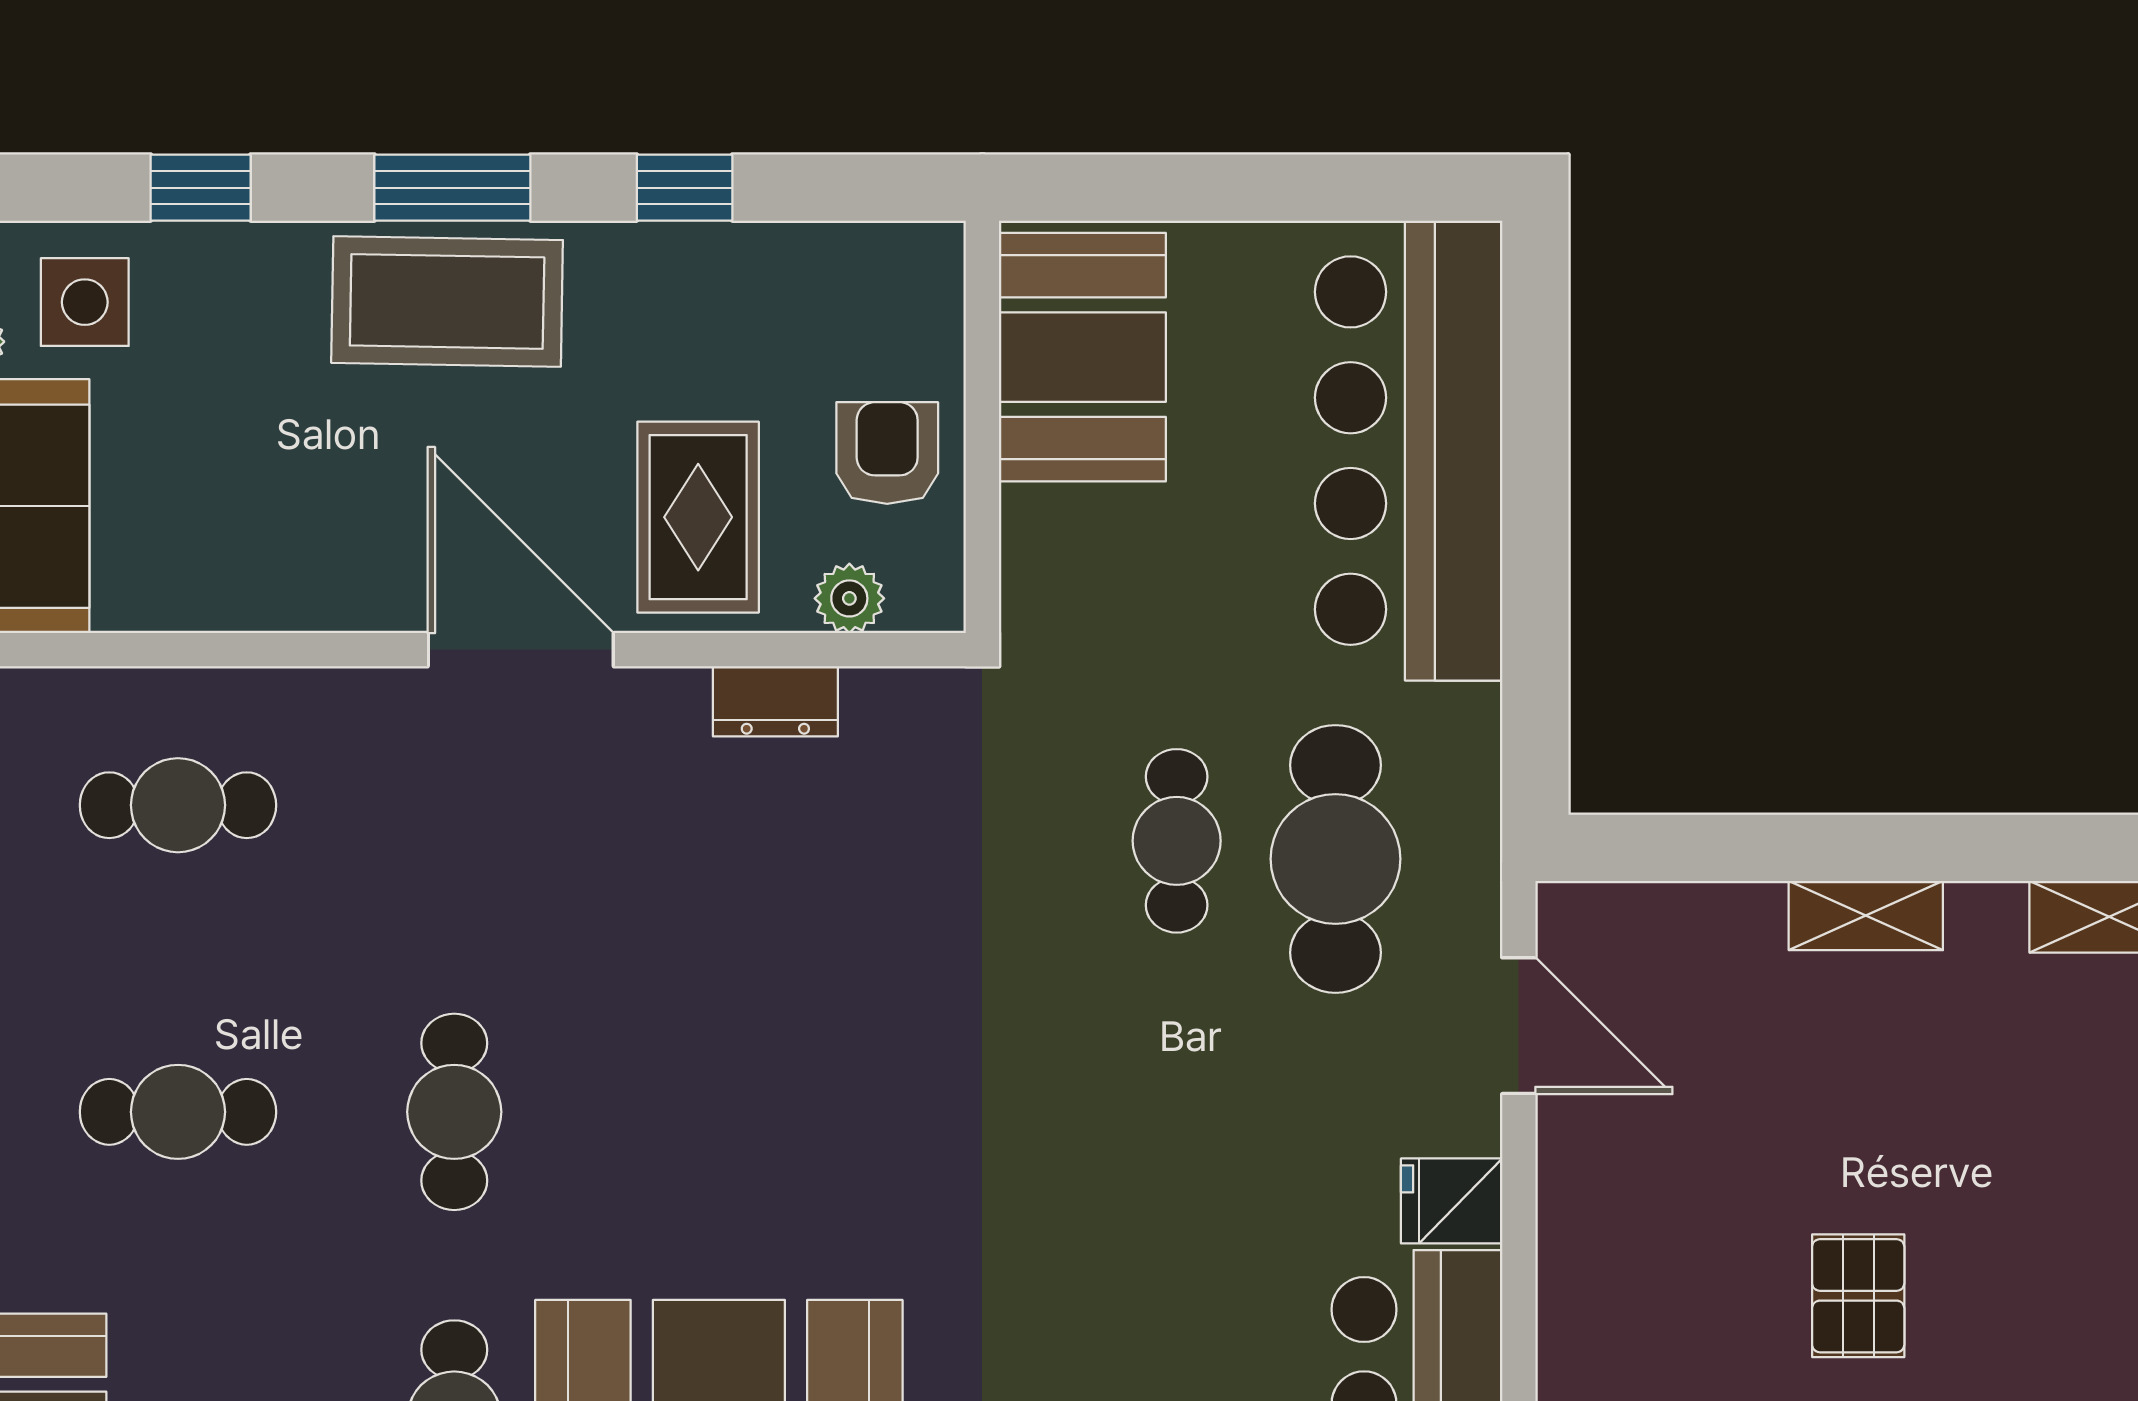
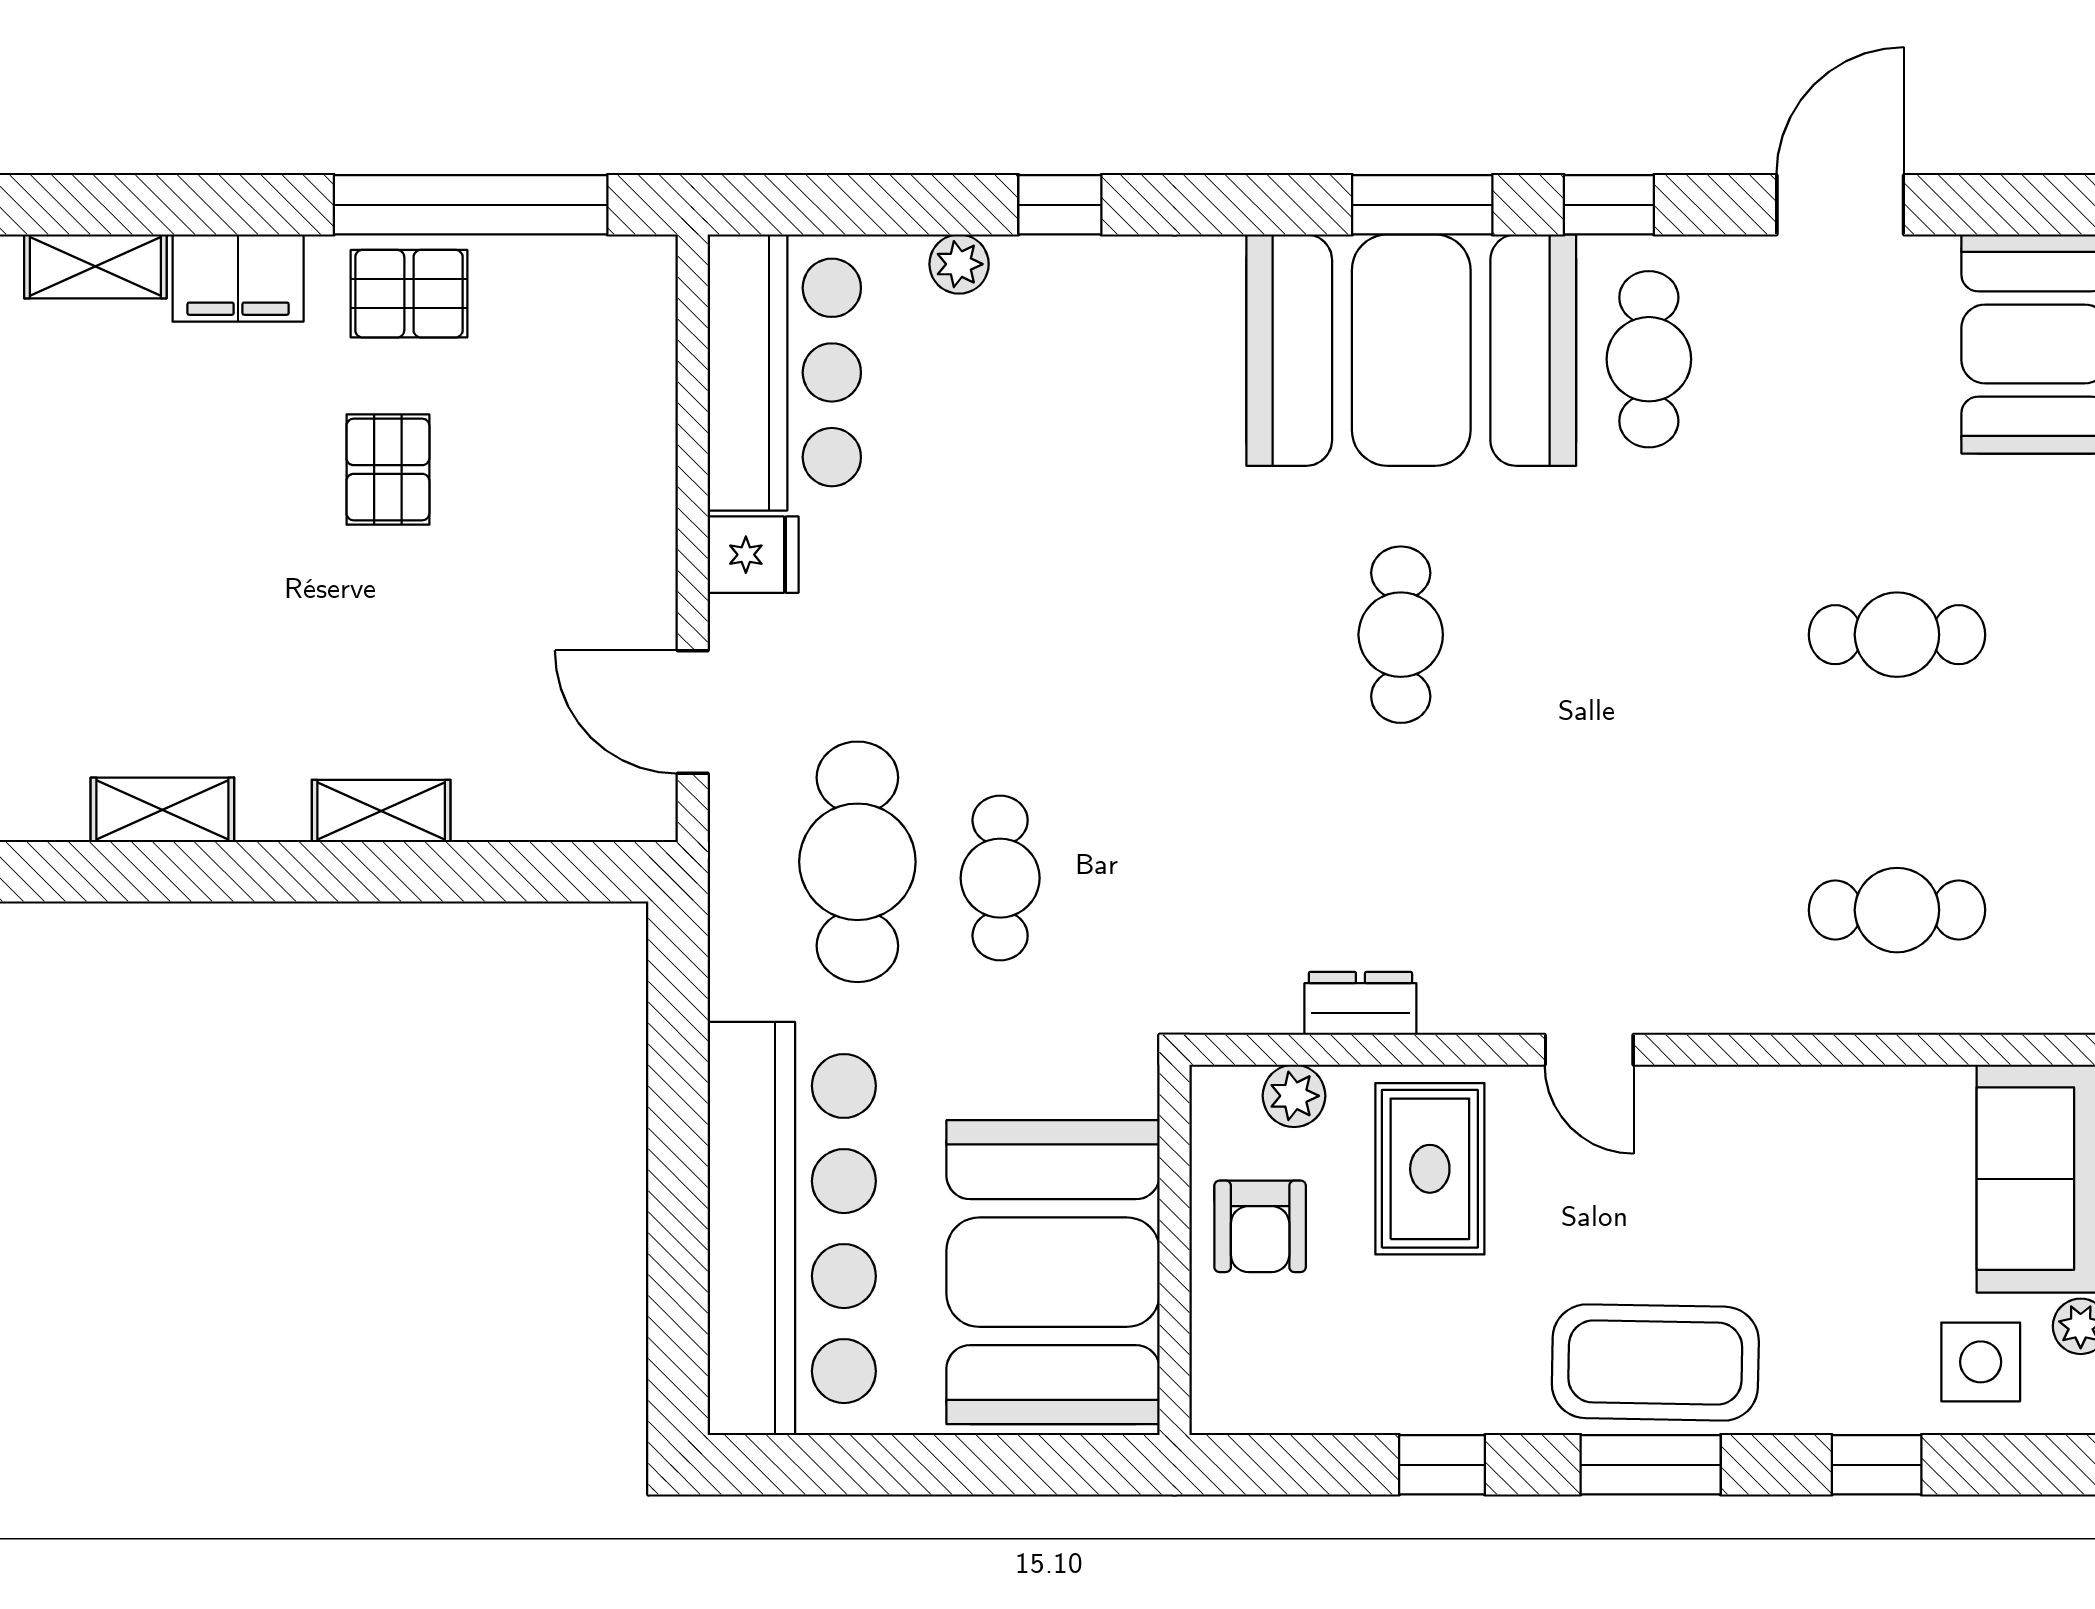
booth: (1082, 357) -> (1053, 1272), width x1.36, depth x1.42
door: (521, 650) -> (1589, 1050), width x0.53
cafe table: (454, 1112) -> (1401, 635), moved

